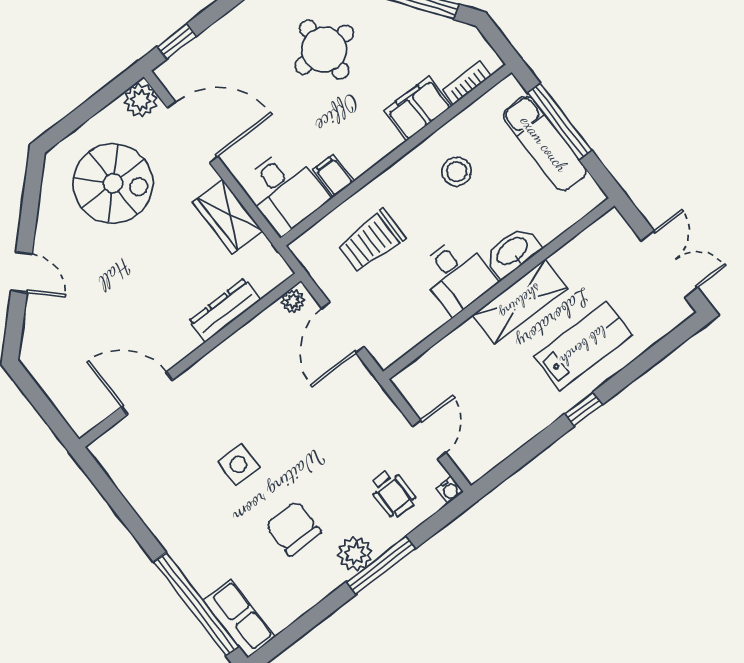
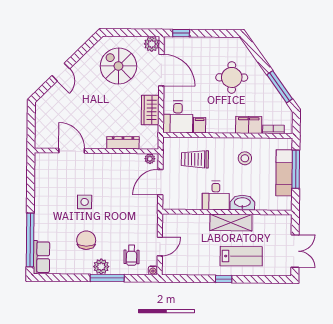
spiral stairs: (113, 183) -> (118, 66), turned 180

